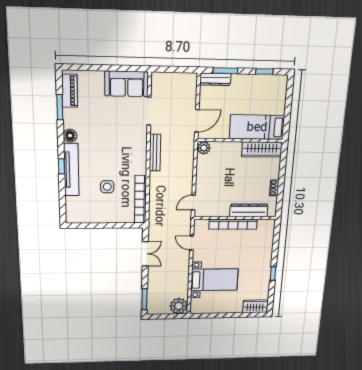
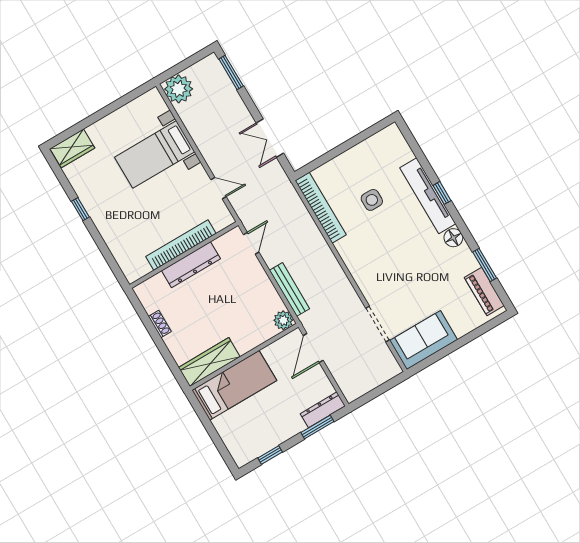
bench: (155, 153) -> (289, 289), moved
dresser: (249, 210) -> (191, 265), moved

